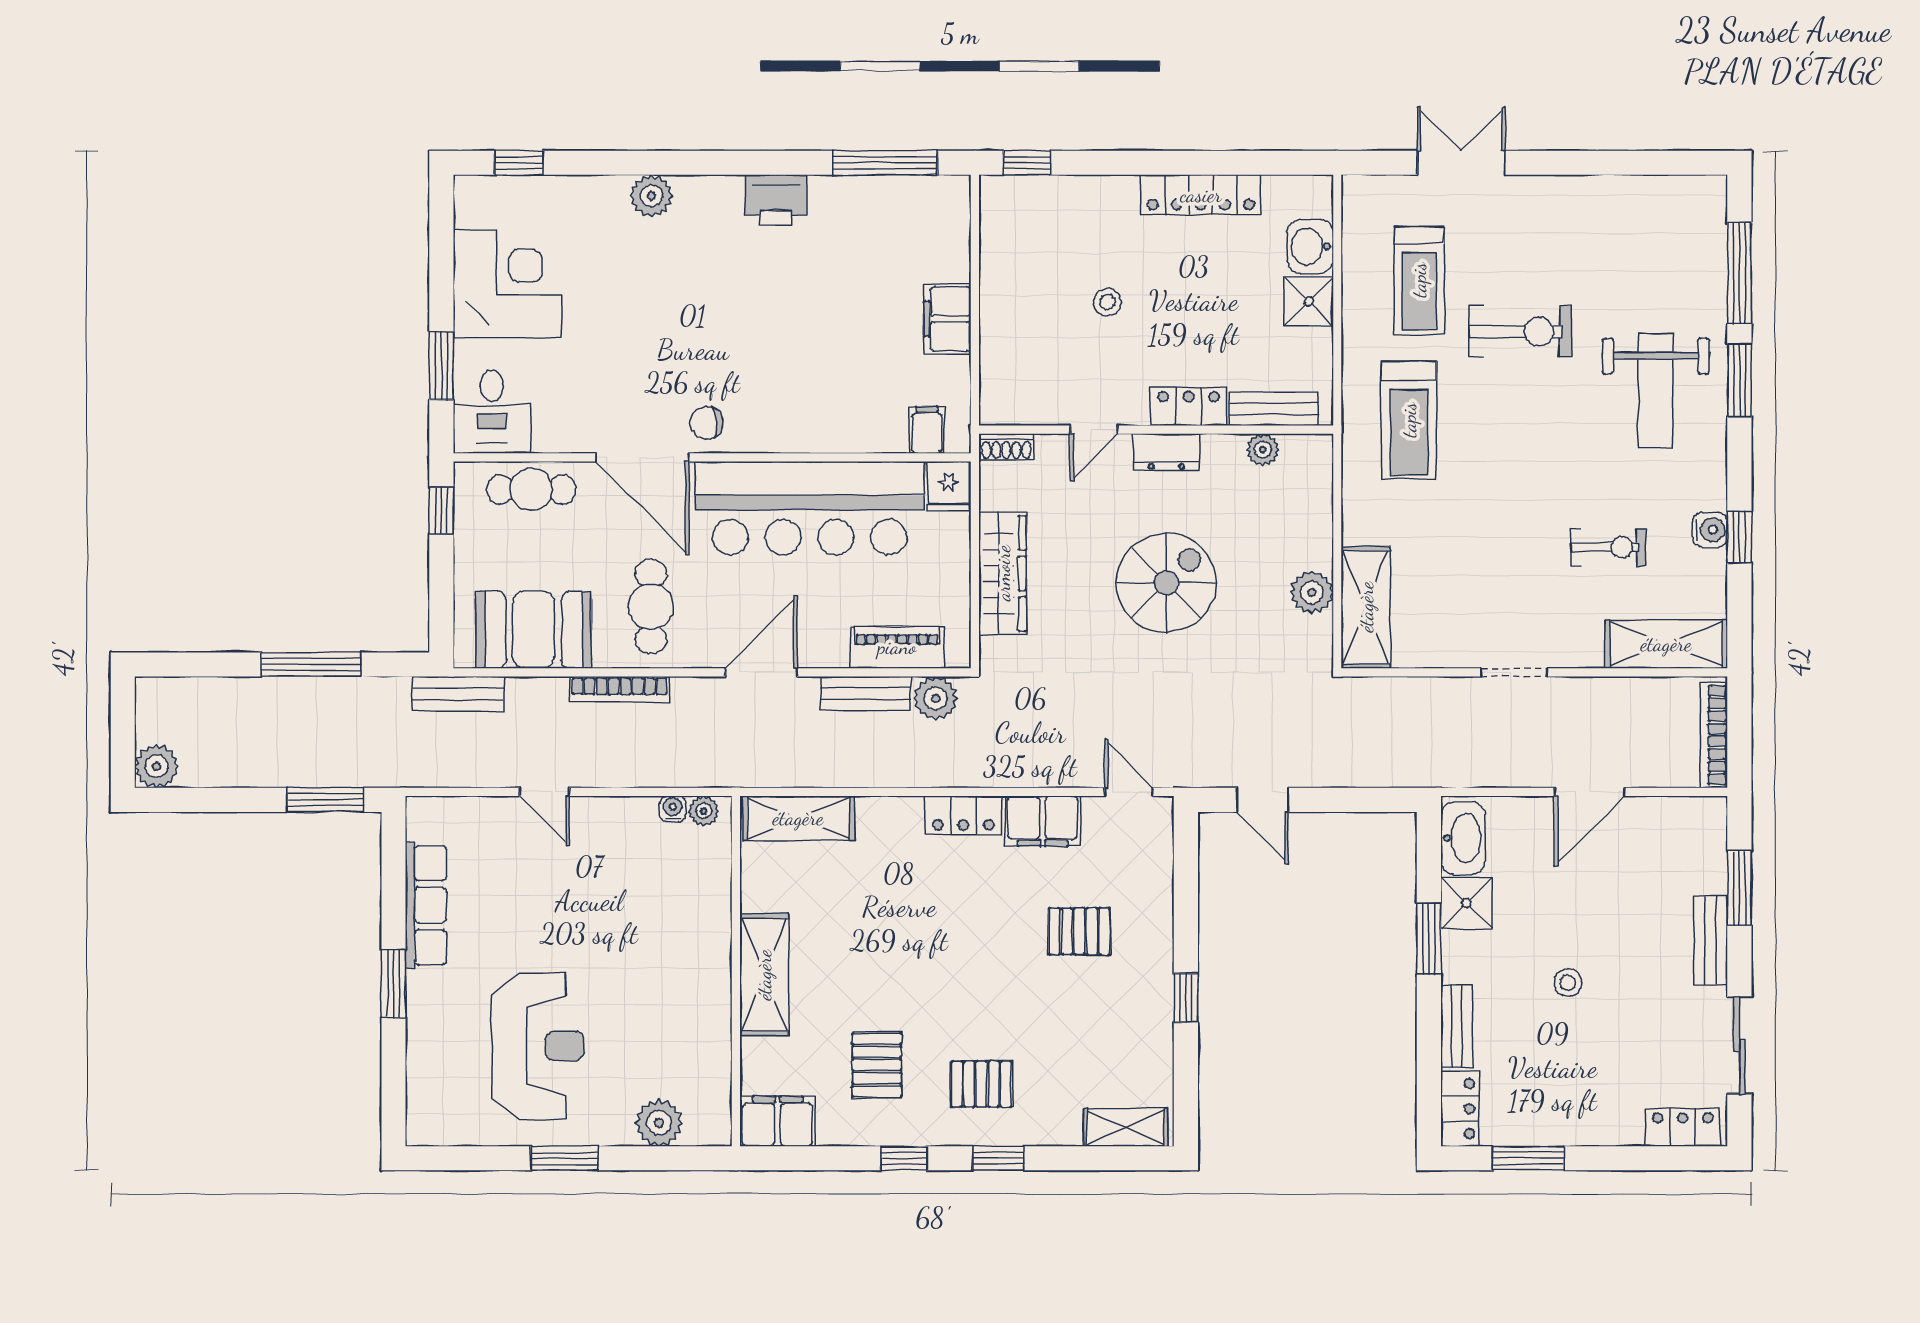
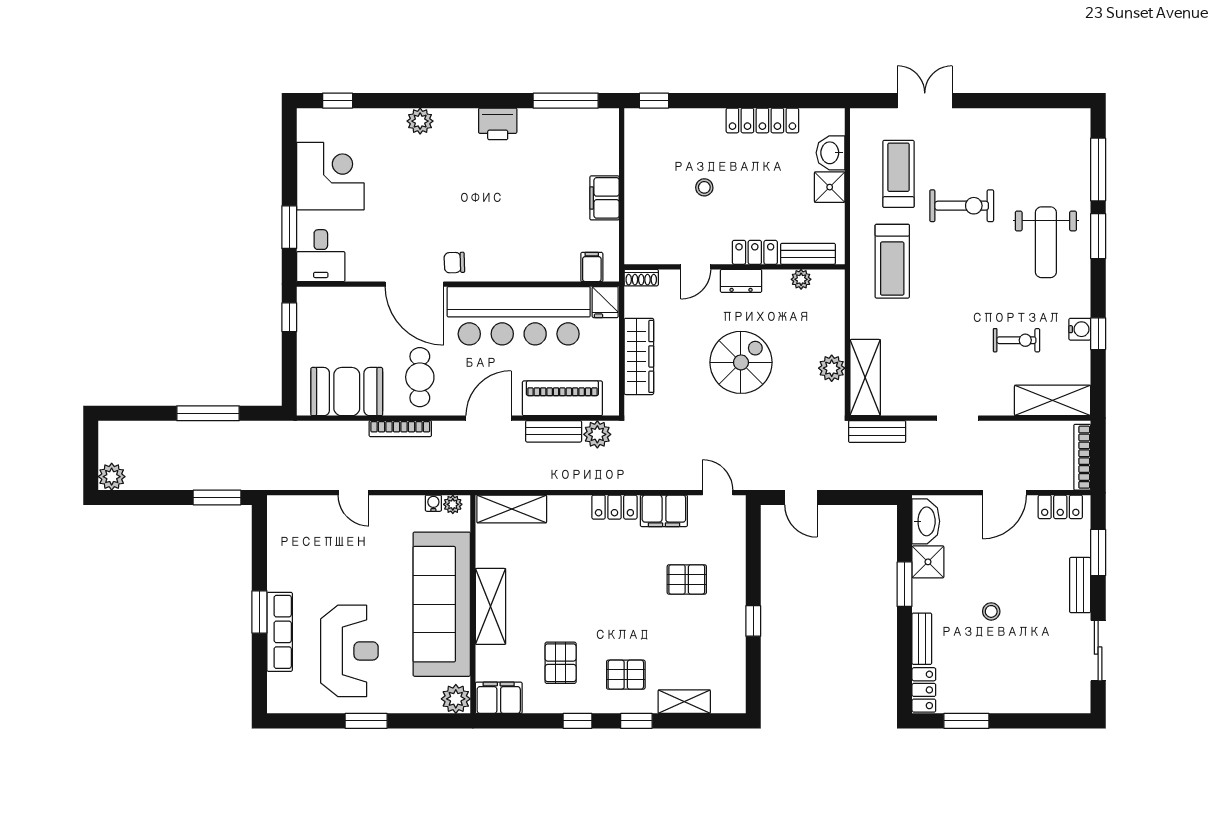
treadmill: (1419, 280) -> (898, 174), turned 180
cafe table: (531, 489) -> (345, 304), removed
piano: (897, 647) -> (562, 398), width x1.37, depth x1.33
bench: (458, 694) -> (877, 432), moved
row of seats: (426, 905) -> (280, 632), moved
sofa: (686, 971) -> (442, 604), added
plant: (659, 1123) -> (456, 699), moved
shelving: (1125, 1127) -> (684, 702), moved
locker: (1683, 1127) -> (1060, 507), moved, turned 180

